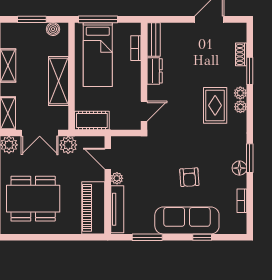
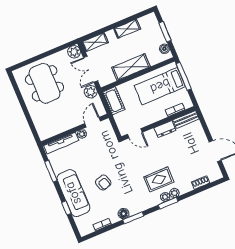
window: (250, 71) -> (168, 203), moved
armchair: (189, 177) -> (103, 182), turned -103
piano: (93, 208) -> (55, 126), removed

